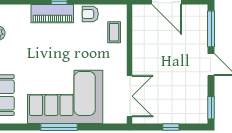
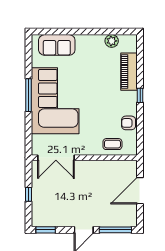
piano: (52, 14) -> (129, 72), moved
armchair: (90, 14) -> (129, 123), turned -90

